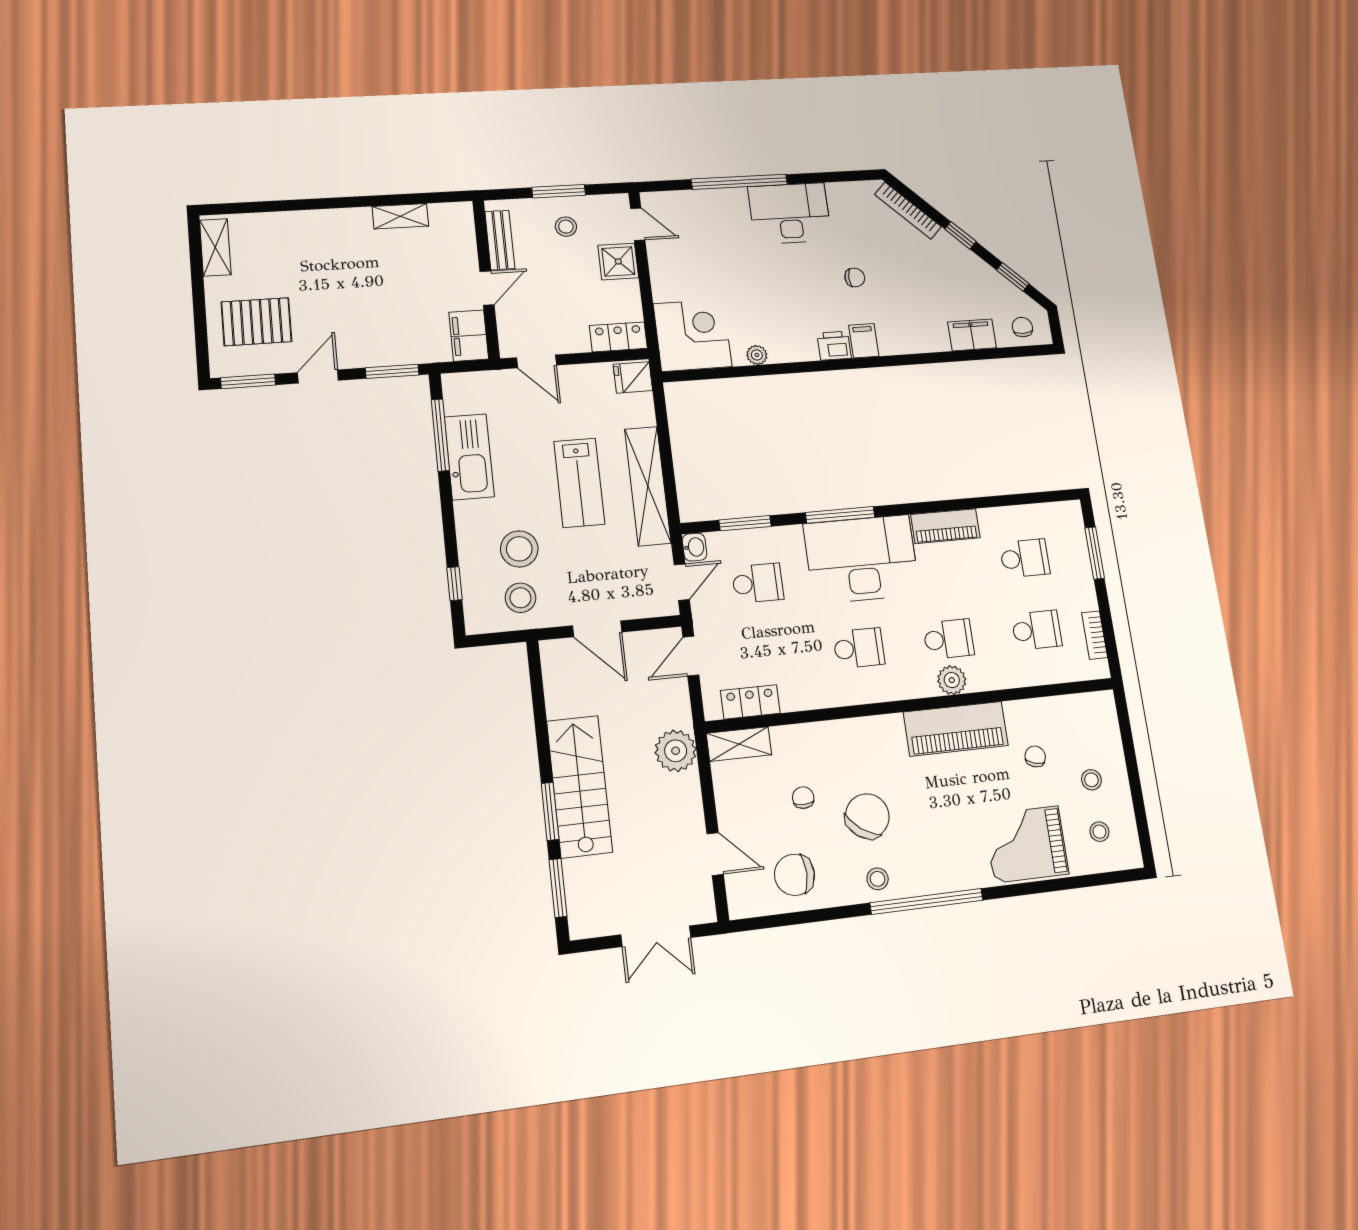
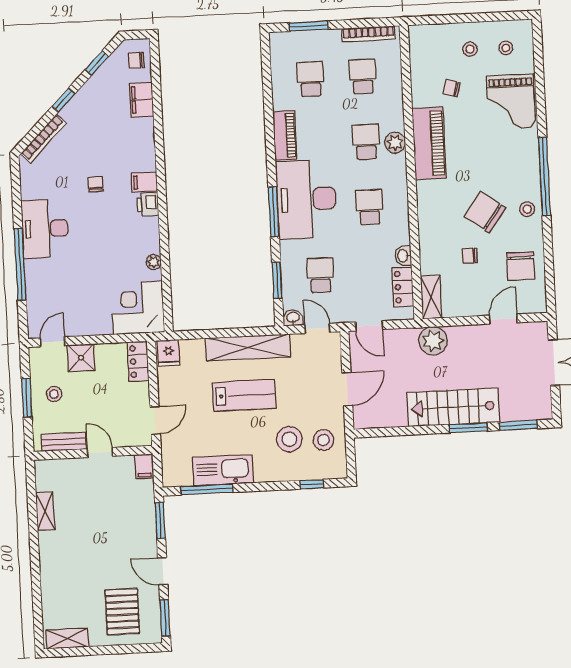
filing cabinet: (469, 336) -> (144, 466), width x0.50
bookcase: (1094, 635) -> (368, 34), width x1.56
washbasin: (795, 700) -> (403, 256), added

